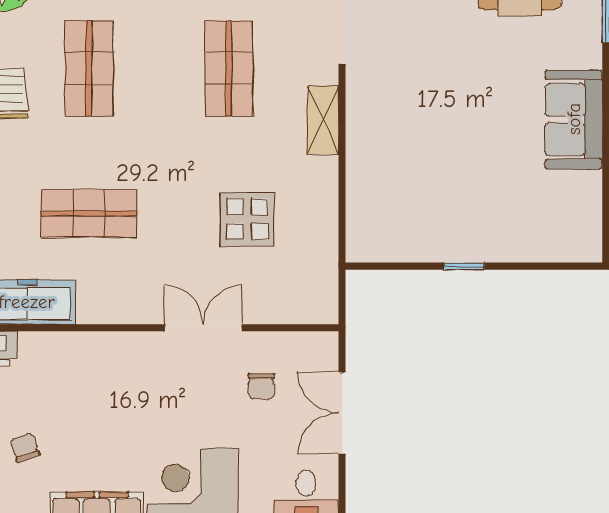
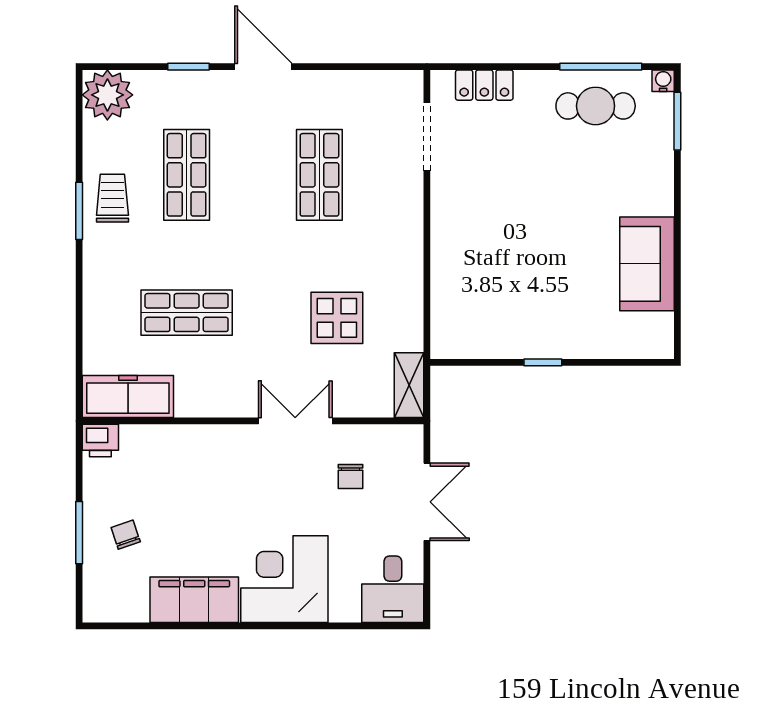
sofa: (574, 119) -> (647, 264), moved
shelving: (323, 120) -> (409, 385), moved
double door: (342, 413) -> (427, 502), swing flipped

